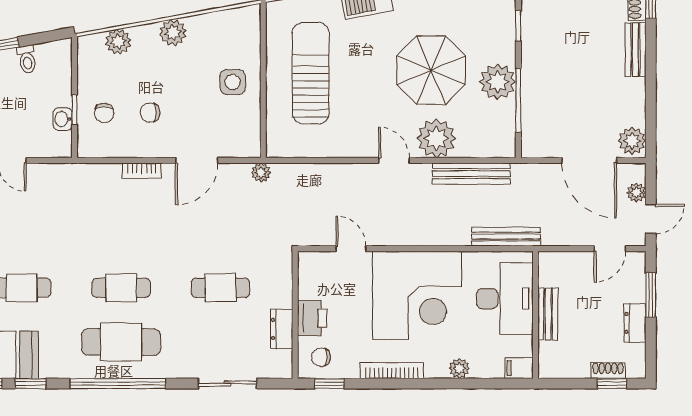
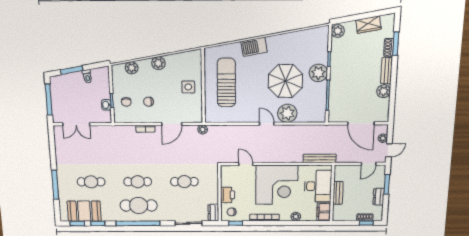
plant: (498, 82) -> (318, 73), moved
plant: (632, 141) -> (384, 91), moved
bench: (471, 174) -> (304, 130), removed
dresser: (282, 329) -> (213, 213), moved
filing cabinet: (519, 368) -> (324, 212), width x2.00

